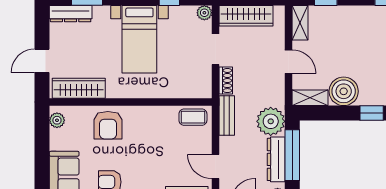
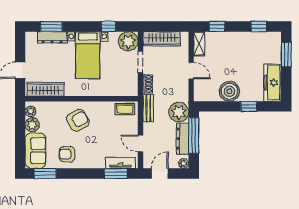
plant: (204, 13) -> (128, 41), width x1.87, depth x1.87
dresser: (71, 14) -> (52, 37), moved
shelving: (310, 98) -> (206, 96), removed
armchair: (108, 125) -> (78, 120), moved, turned -119
plant: (59, 140) -> (32, 125), added

